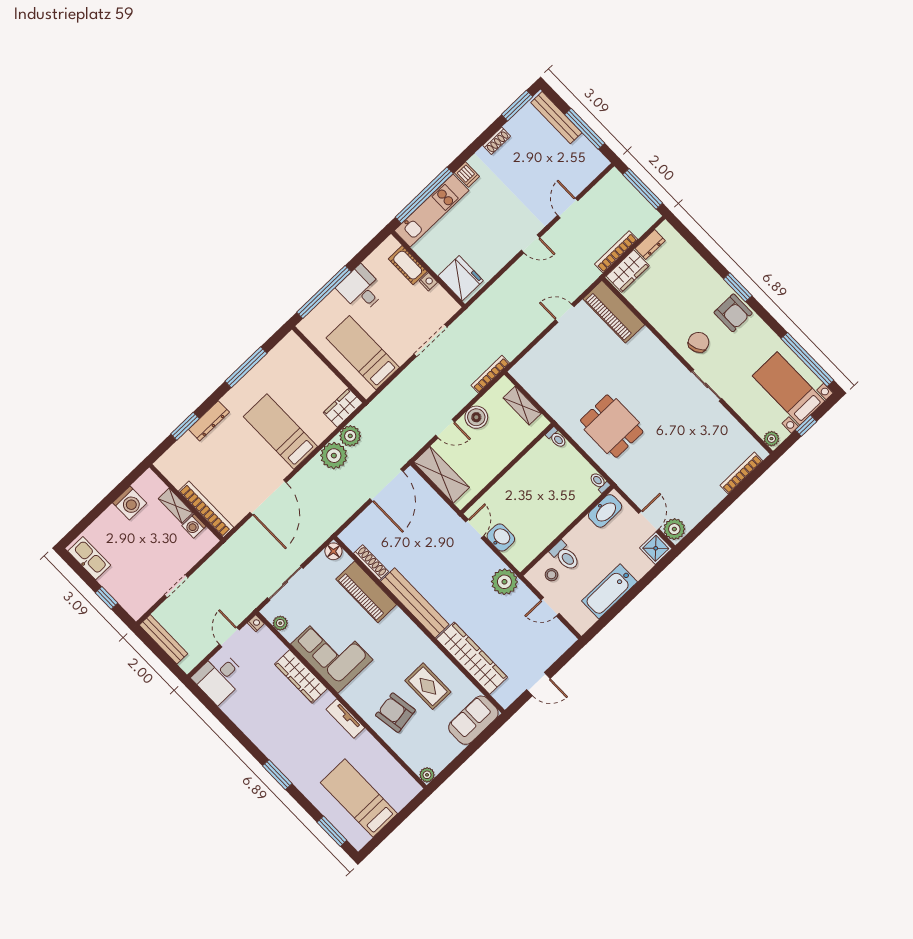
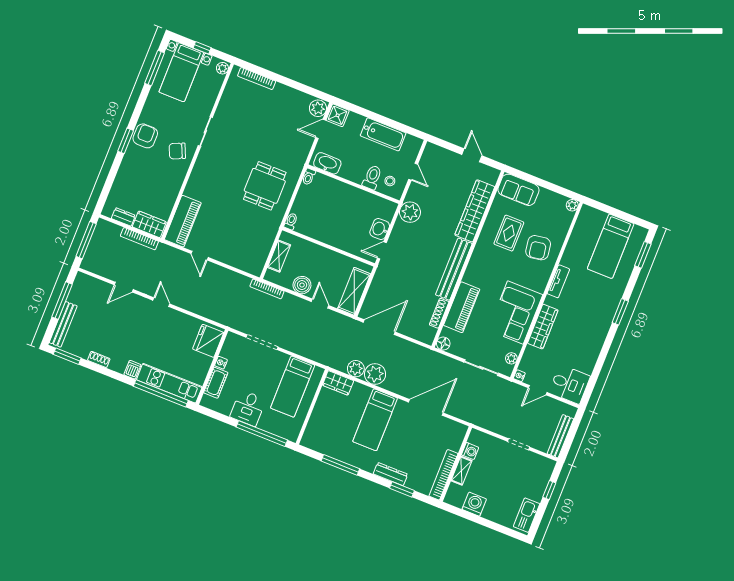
window: (807, 359) -> (155, 68), width x0.68
bookcase: (206, 509) -> (443, 475), moved

